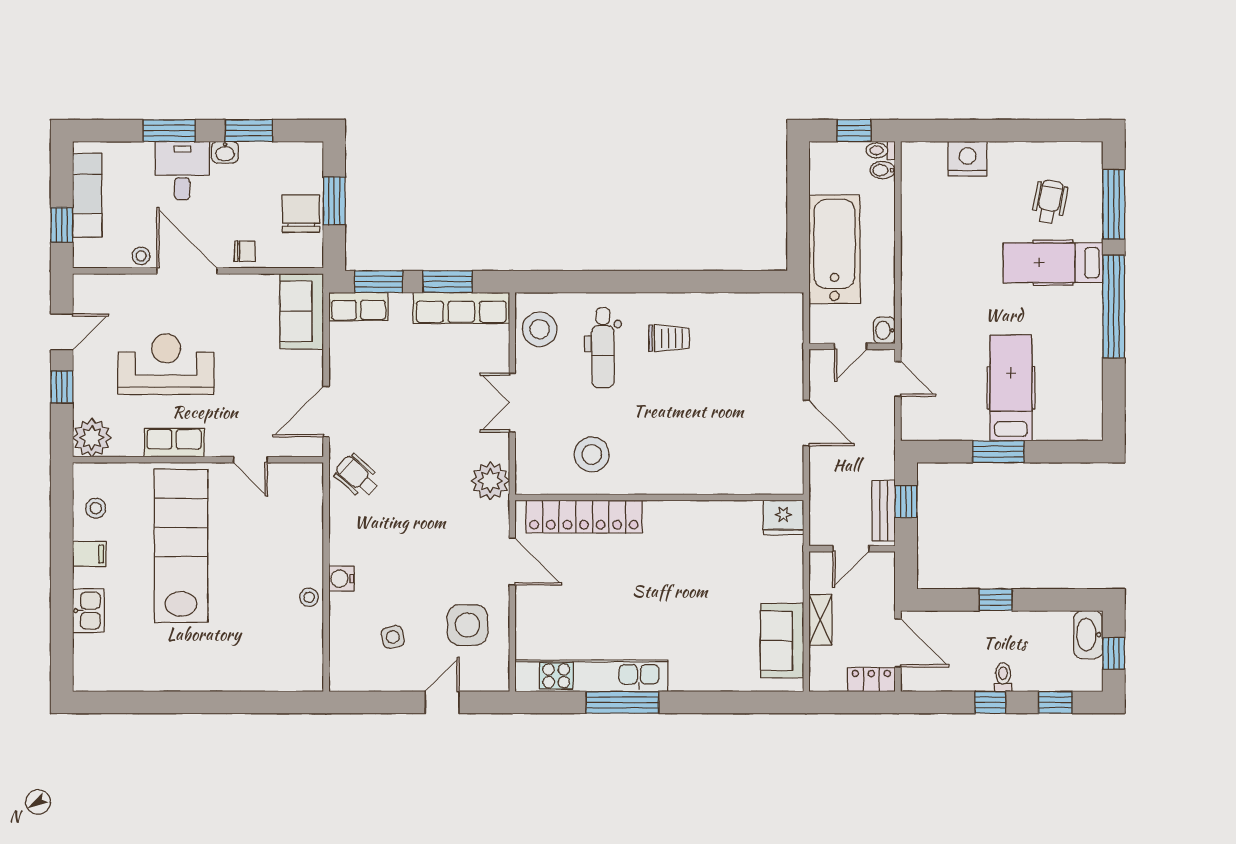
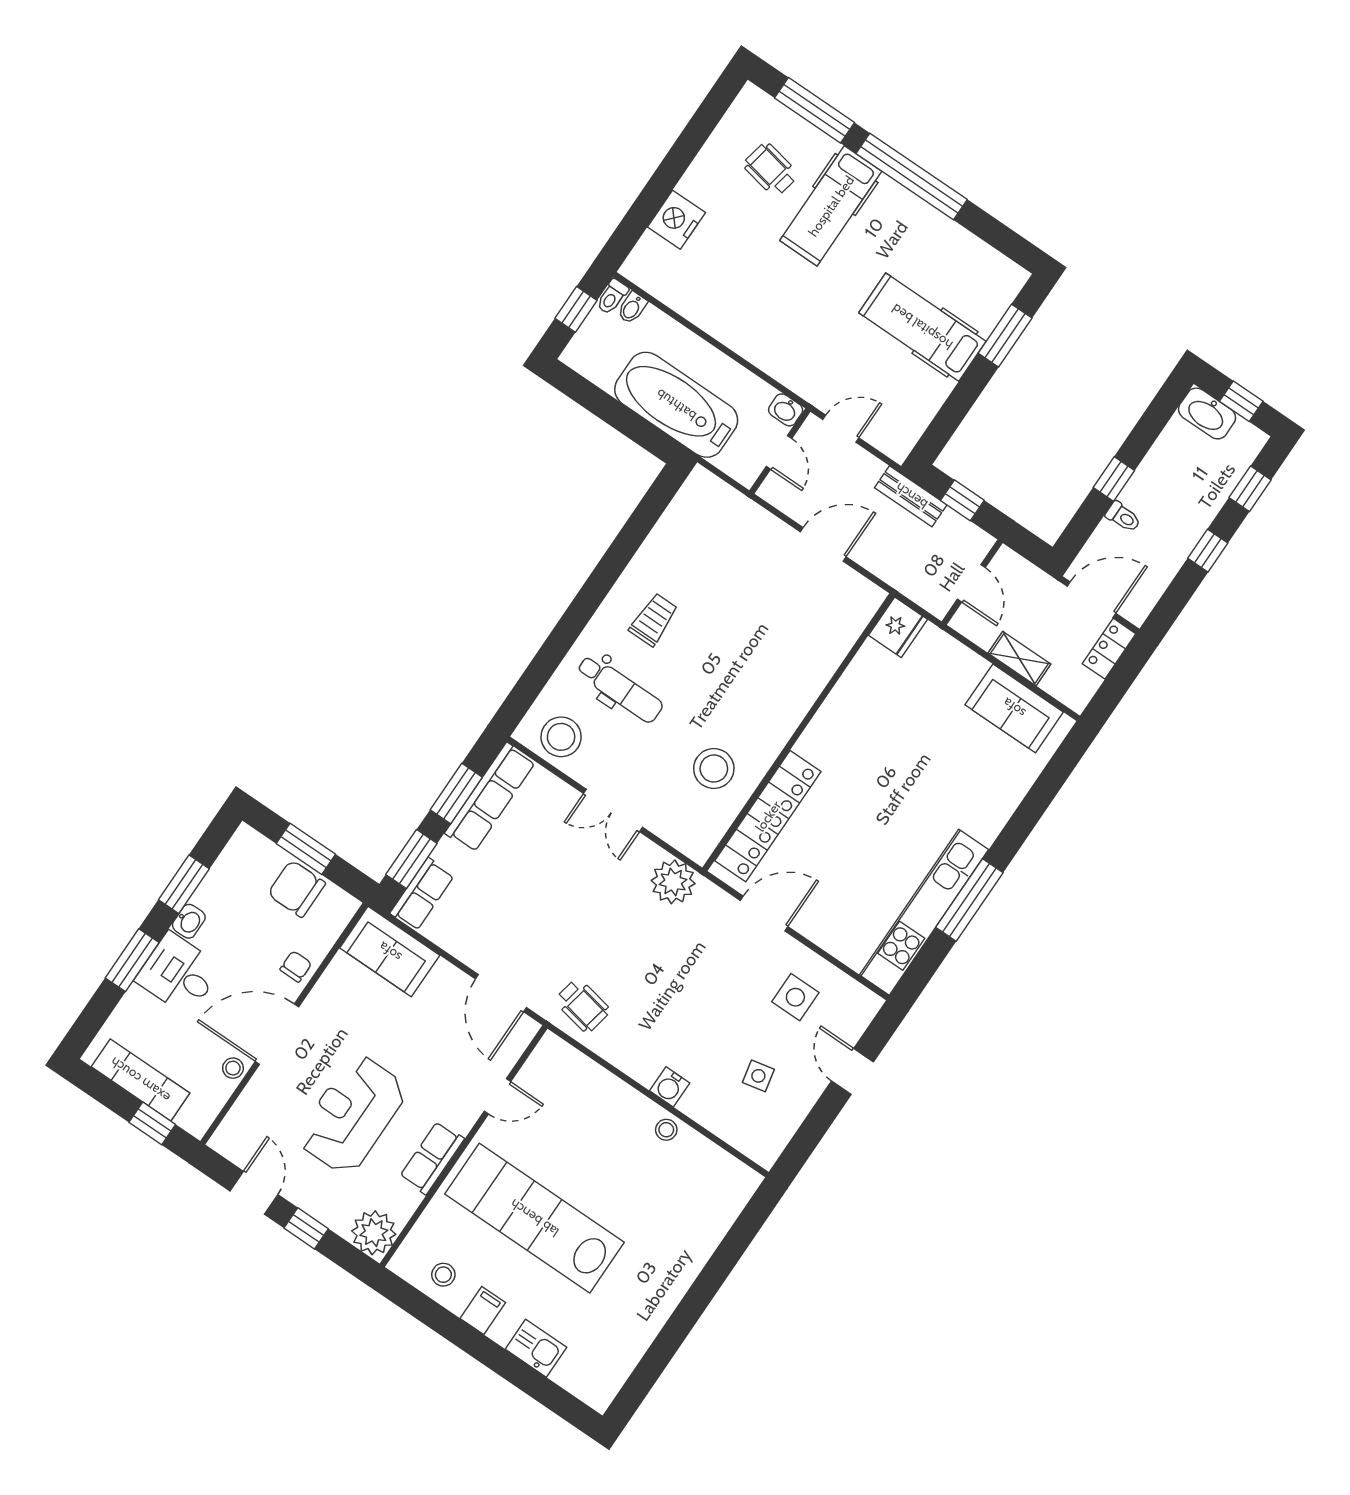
window: (998, 452) -> (1005, 336), moved
wheelchair: (357, 476) -> (582, 1005), turned -121
bench: (884, 511) -> (911, 496), moved
side table: (467, 625) -> (795, 997), width x0.73, depth x0.73
toilet: (1003, 677) -> (1123, 517), moved, turned 180

